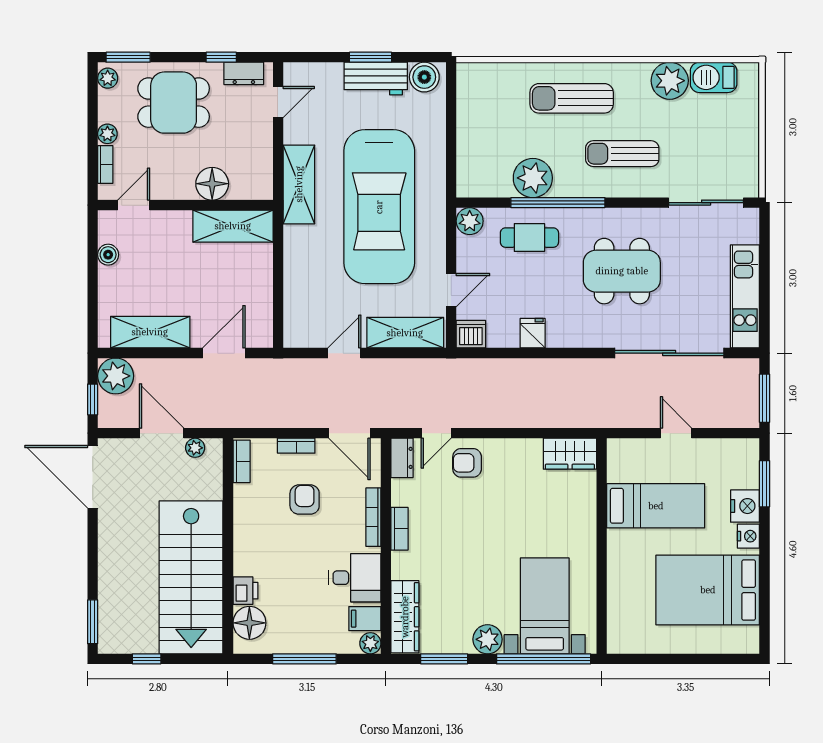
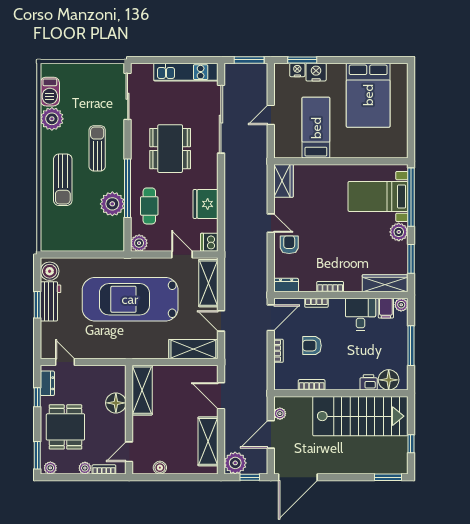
sun lounger: (622, 154) -> (97, 148), turned 180
shelving: (299, 184) -> (193, 349), moved
door: (134, 205) -> (129, 452), hinge flipped
car: (379, 207) -> (130, 299), turned 180
fridge: (533, 333) -> (206, 204), width x1.88, depth x1.34
door: (436, 433) -> (271, 223), moved
bookcase: (242, 461) -> (312, 385), moved
armchair: (467, 463) -> (289, 245), turned 180
bookcase: (373, 517) -> (316, 303), width x0.64
nightstand: (748, 536) -> (297, 70), moved

